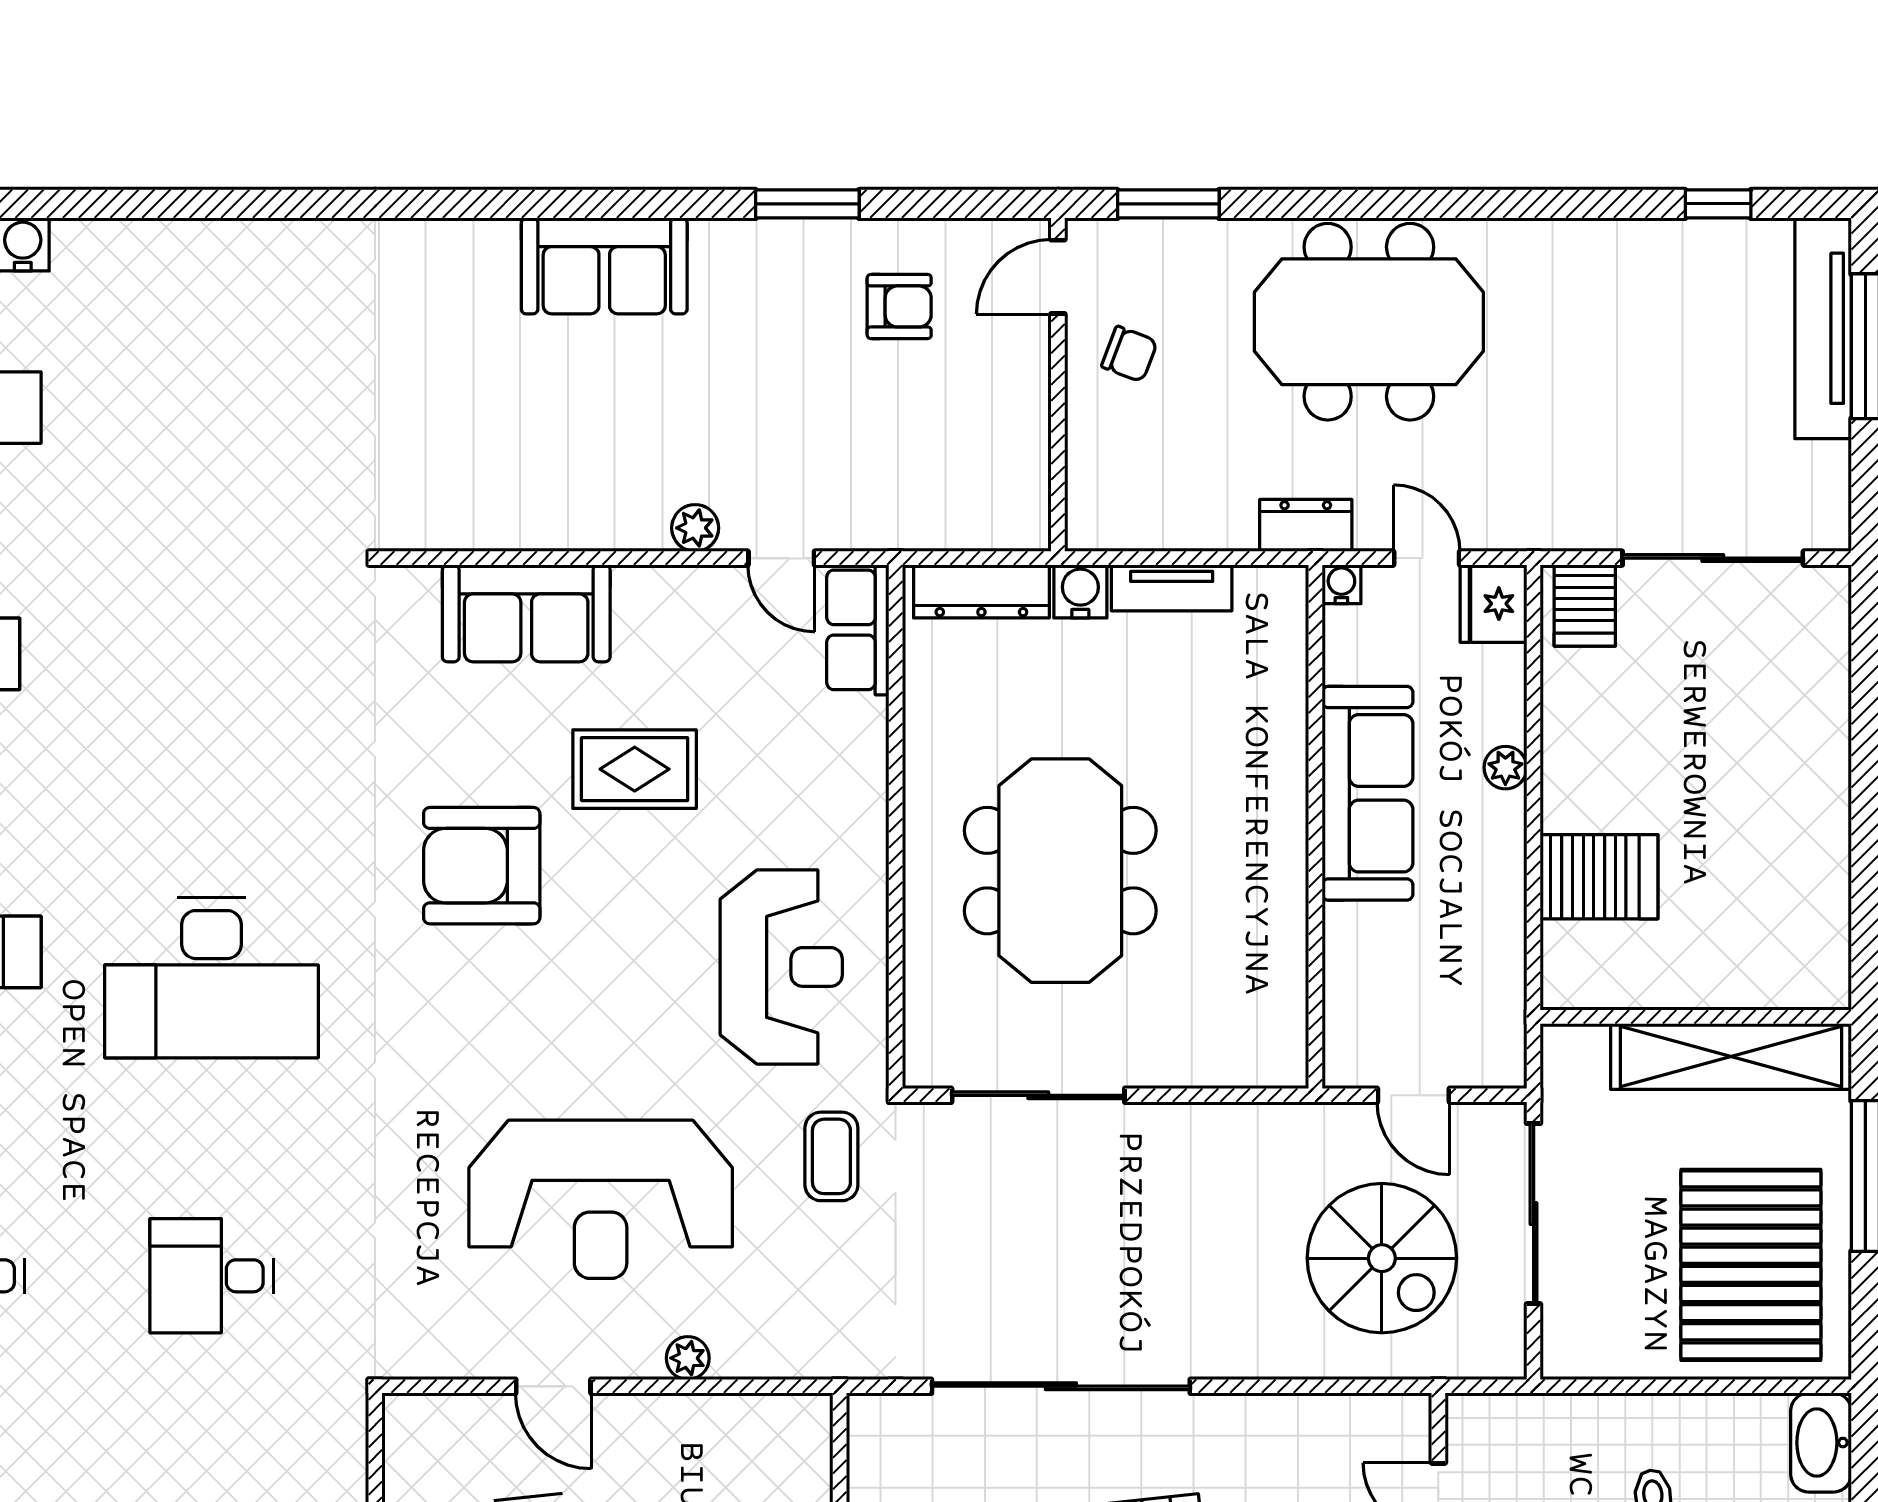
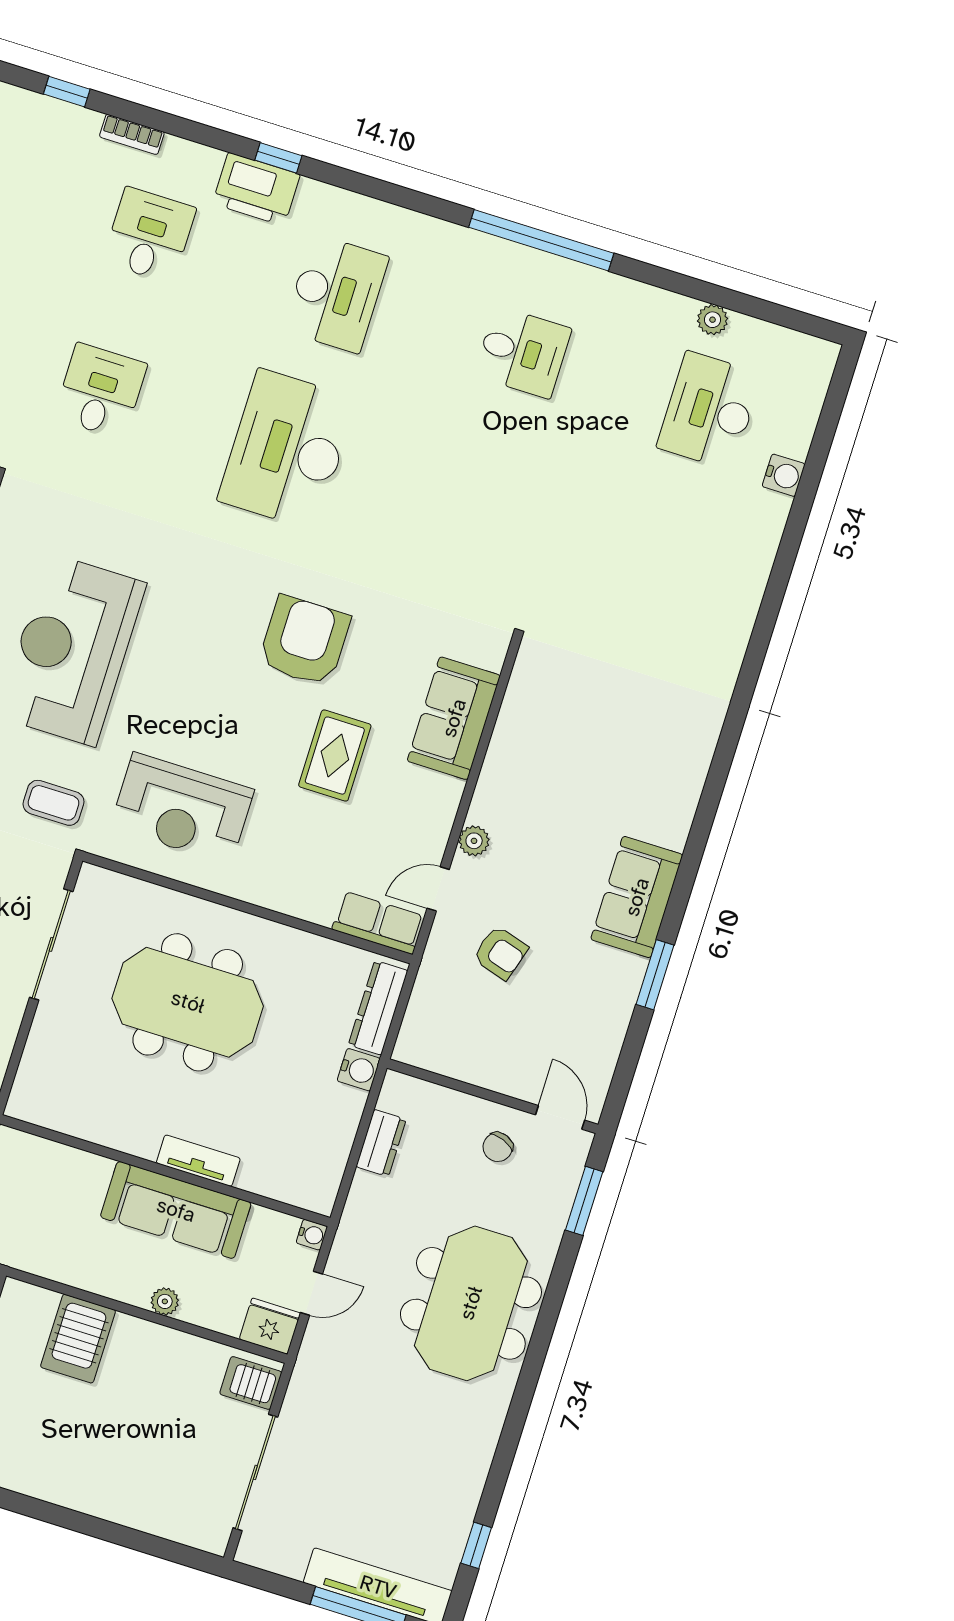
sofa: (604, 266) -> (637, 897), moved
armchair: (899, 306) -> (501, 953), moved, turned -73
dresser: (1306, 525) -> (381, 1143), moved
tv unit: (1172, 588) -> (198, 1161), moved, turned 90

